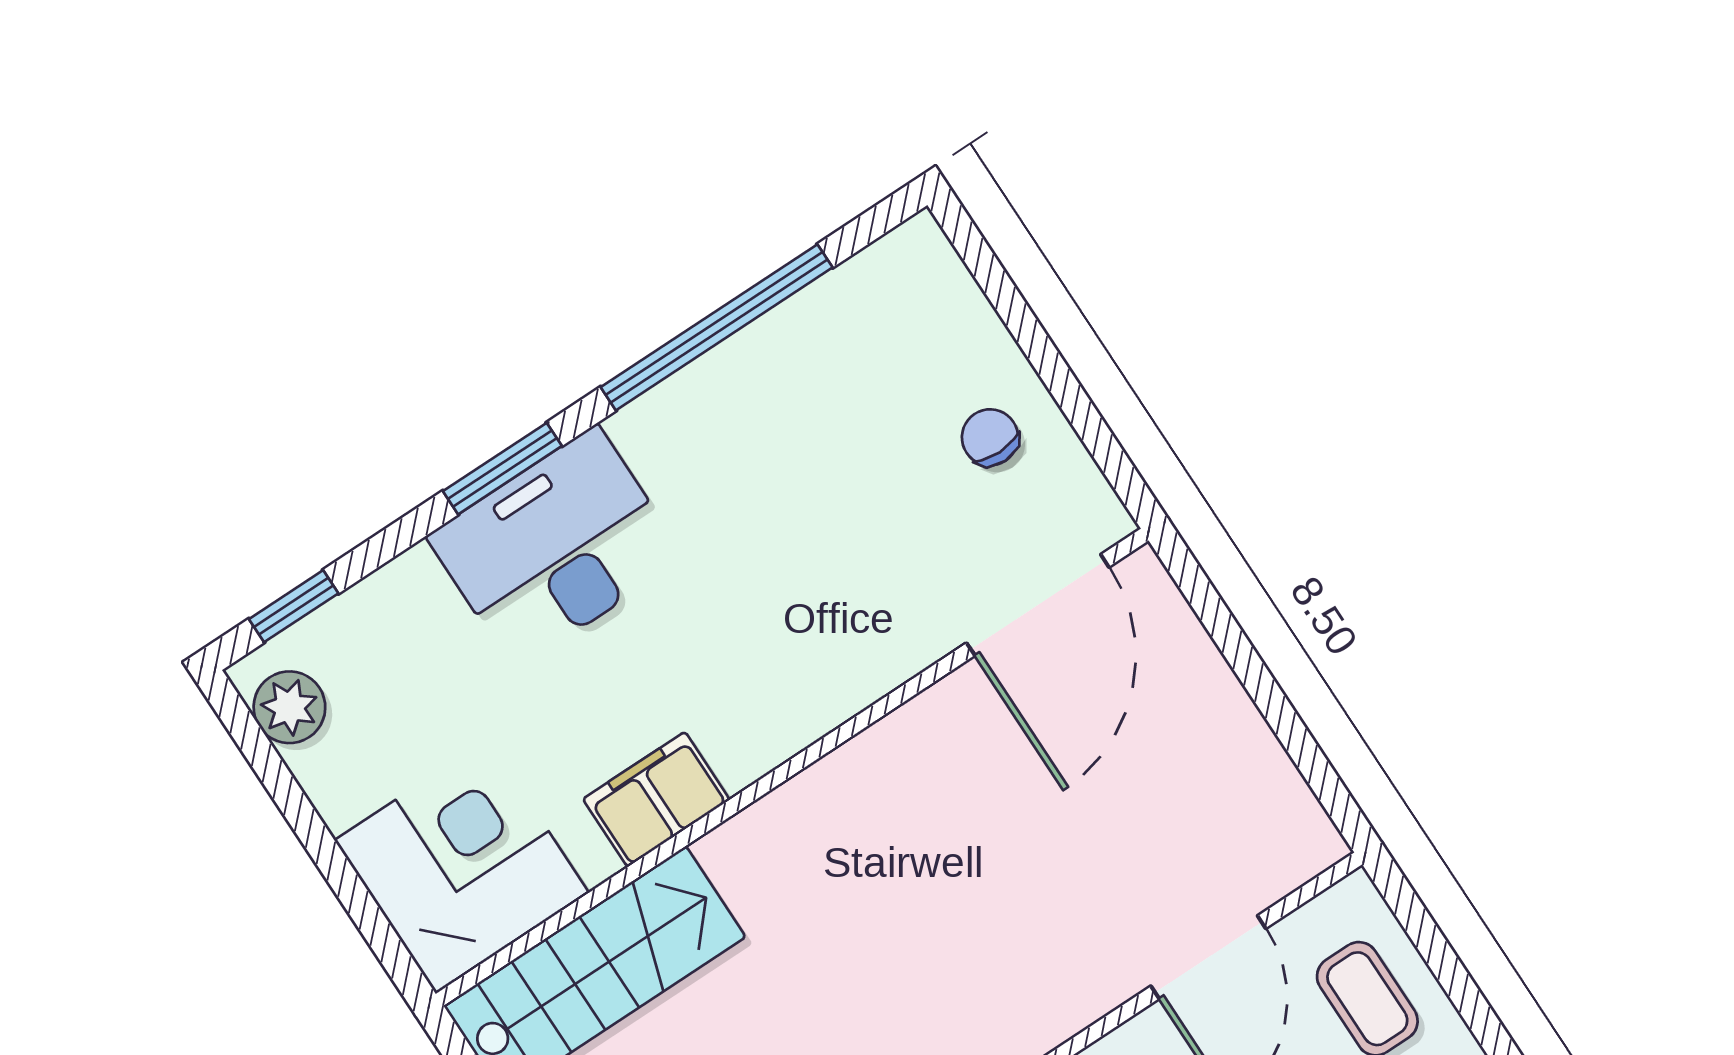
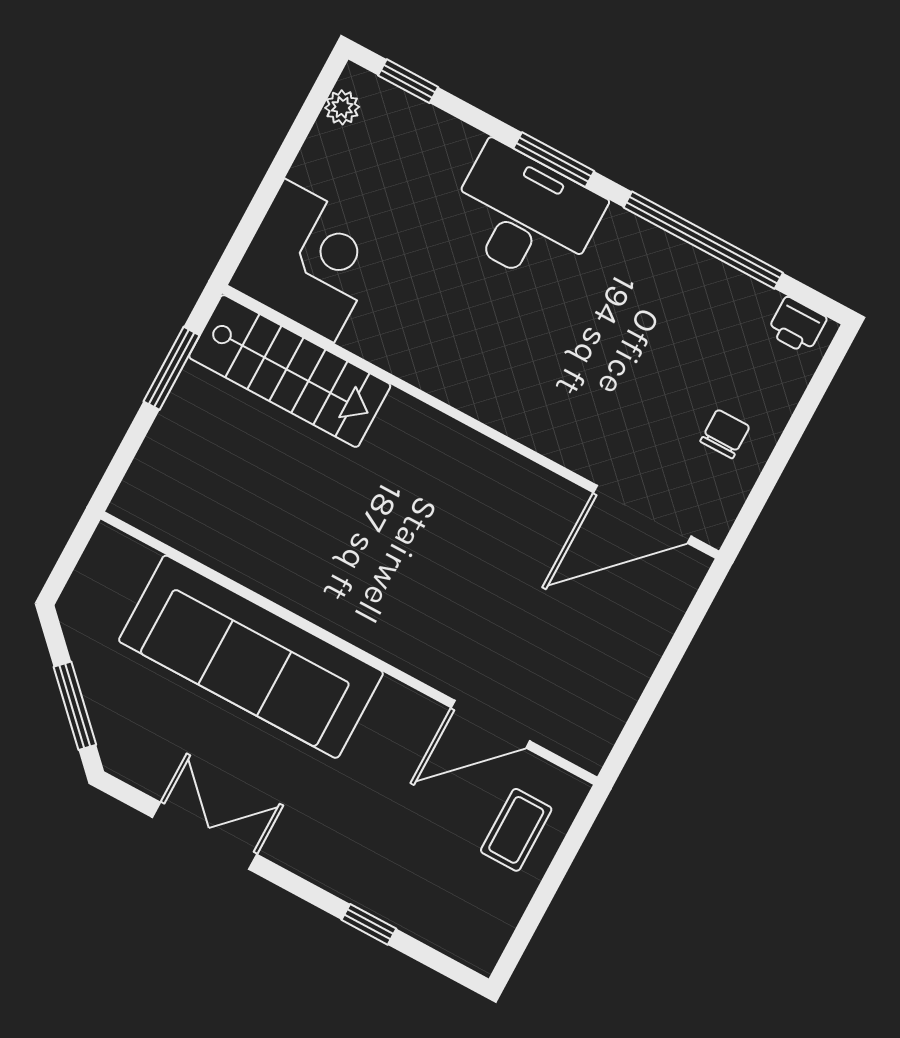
printer: (897, 264) -> (797, 325), added
plant: (289, 707) -> (342, 107), width x0.73, depth x0.73
filing cabinet: (656, 799) -> (409, 353), removed

